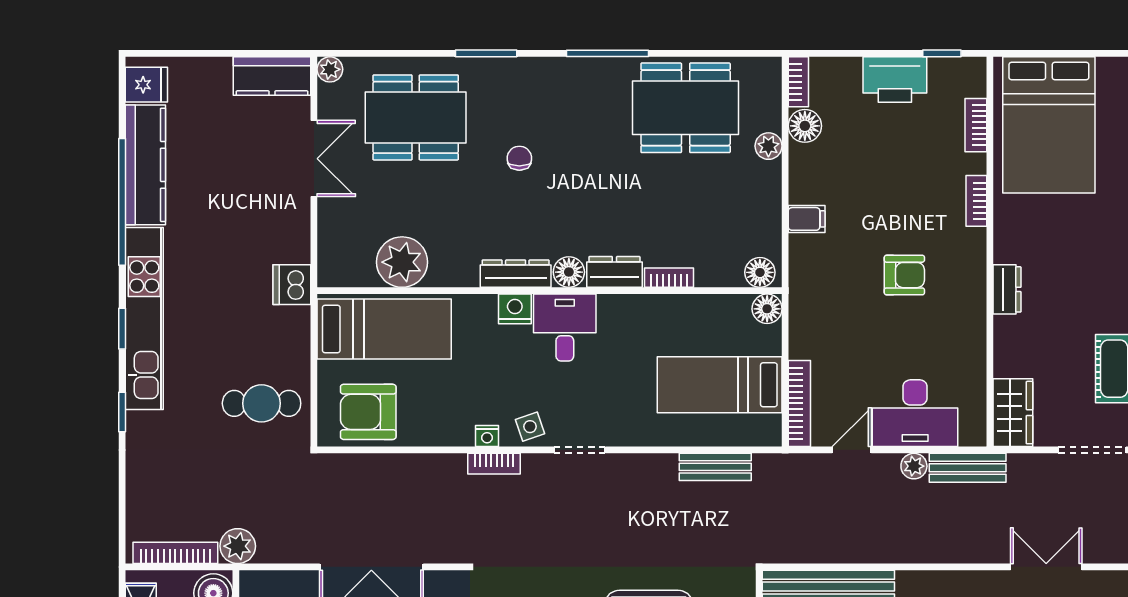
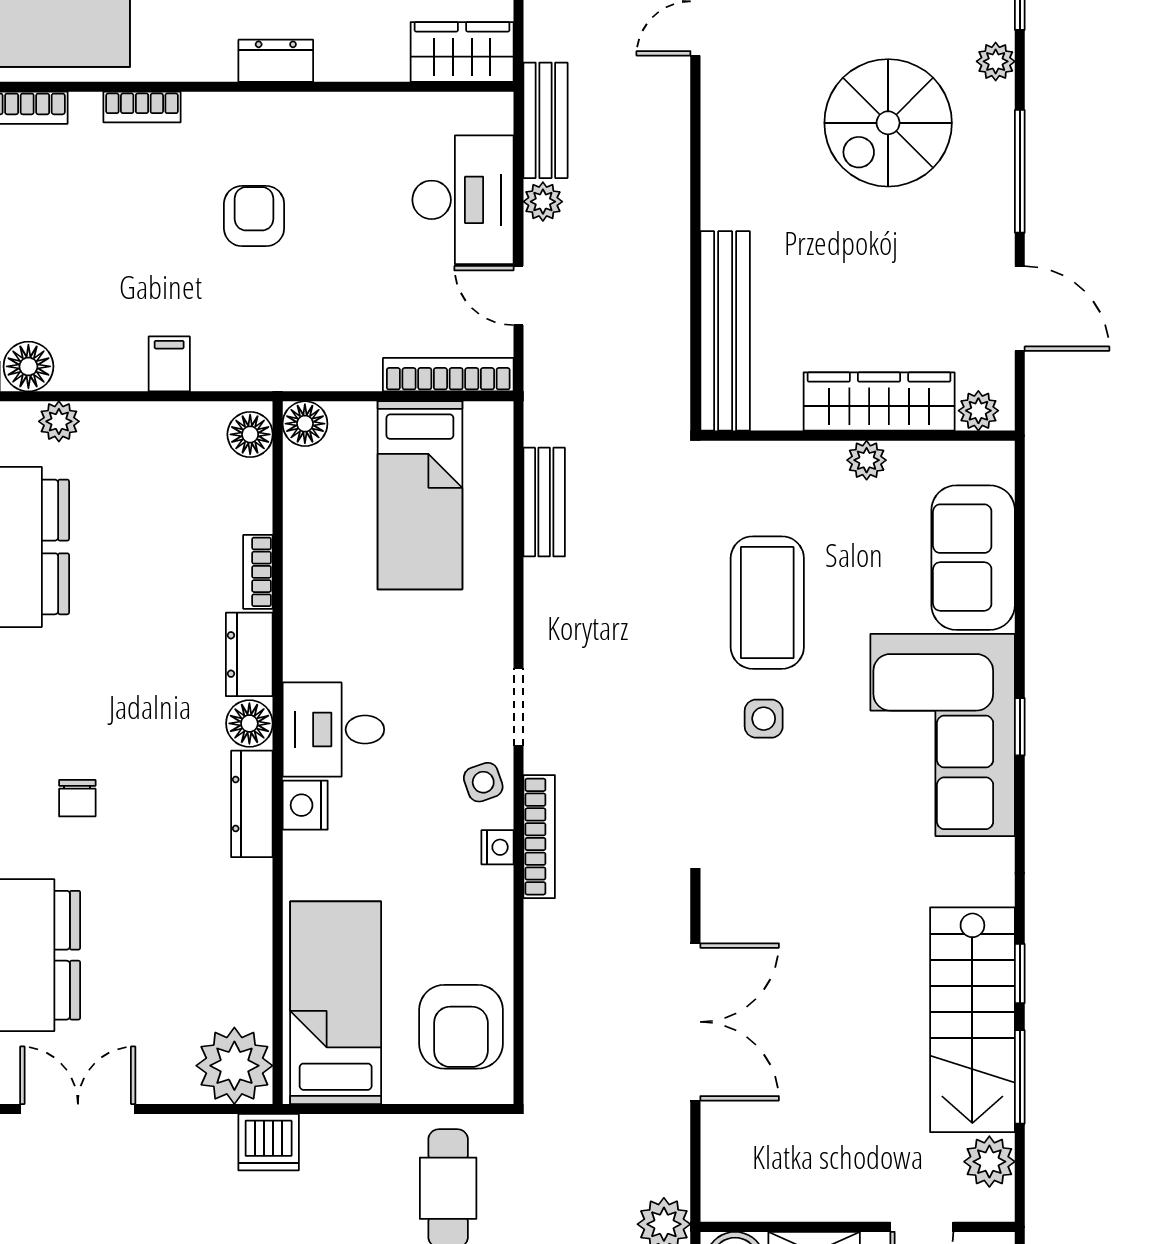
chair: (519, 158) -> (77, 798), turned -90
plant: (402, 262) -> (234, 1066), moved
bookcase: (494, 464) -> (539, 837), width x1.56

